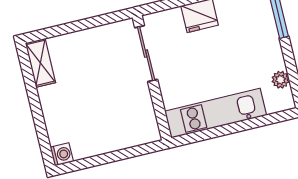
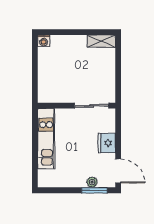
plant: (280, 80) -> (92, 182), moved

